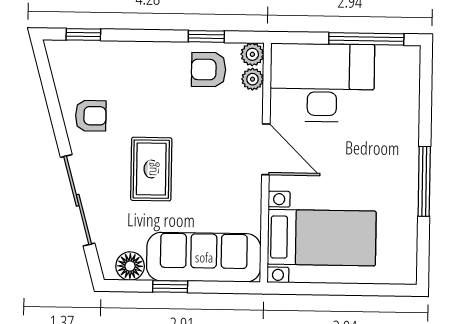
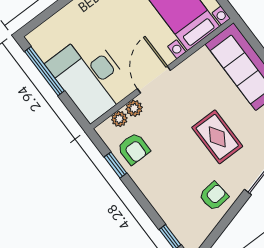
plant: (252, 54) -> (134, 108), moved
armchair: (91, 116) -> (214, 196), turned 84
rug: (151, 169) -> (217, 137), turned 90

